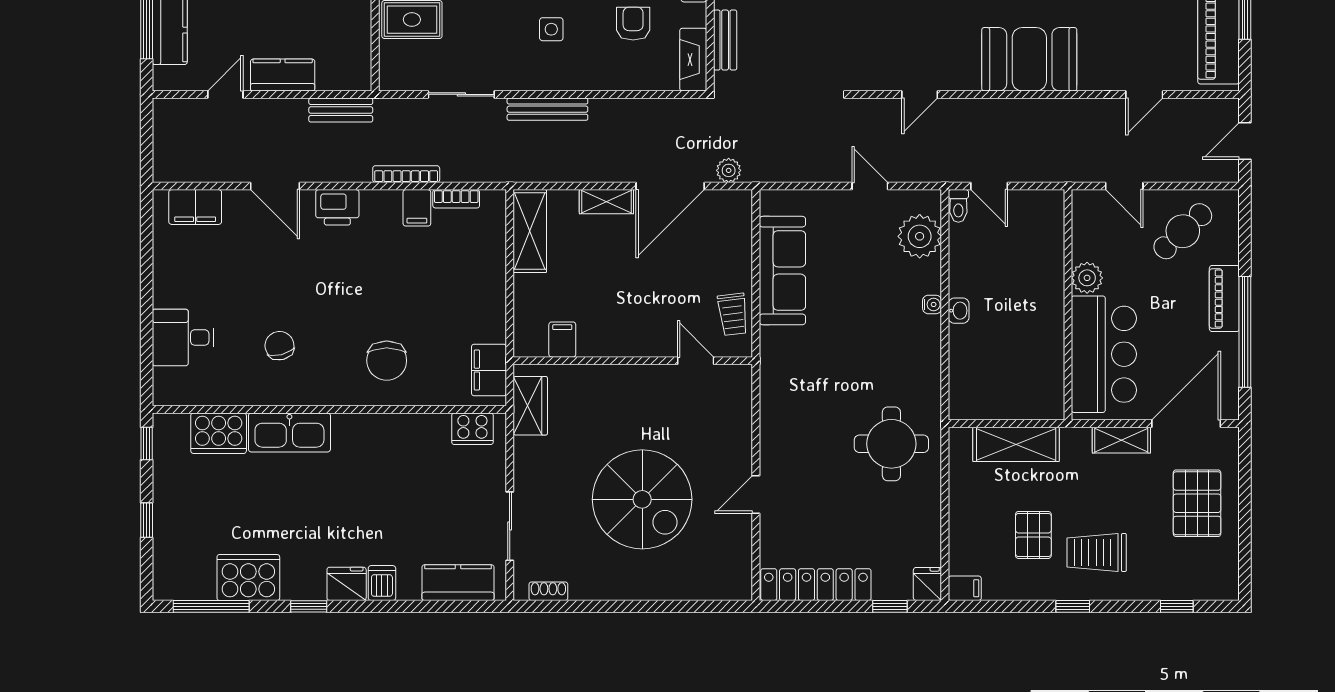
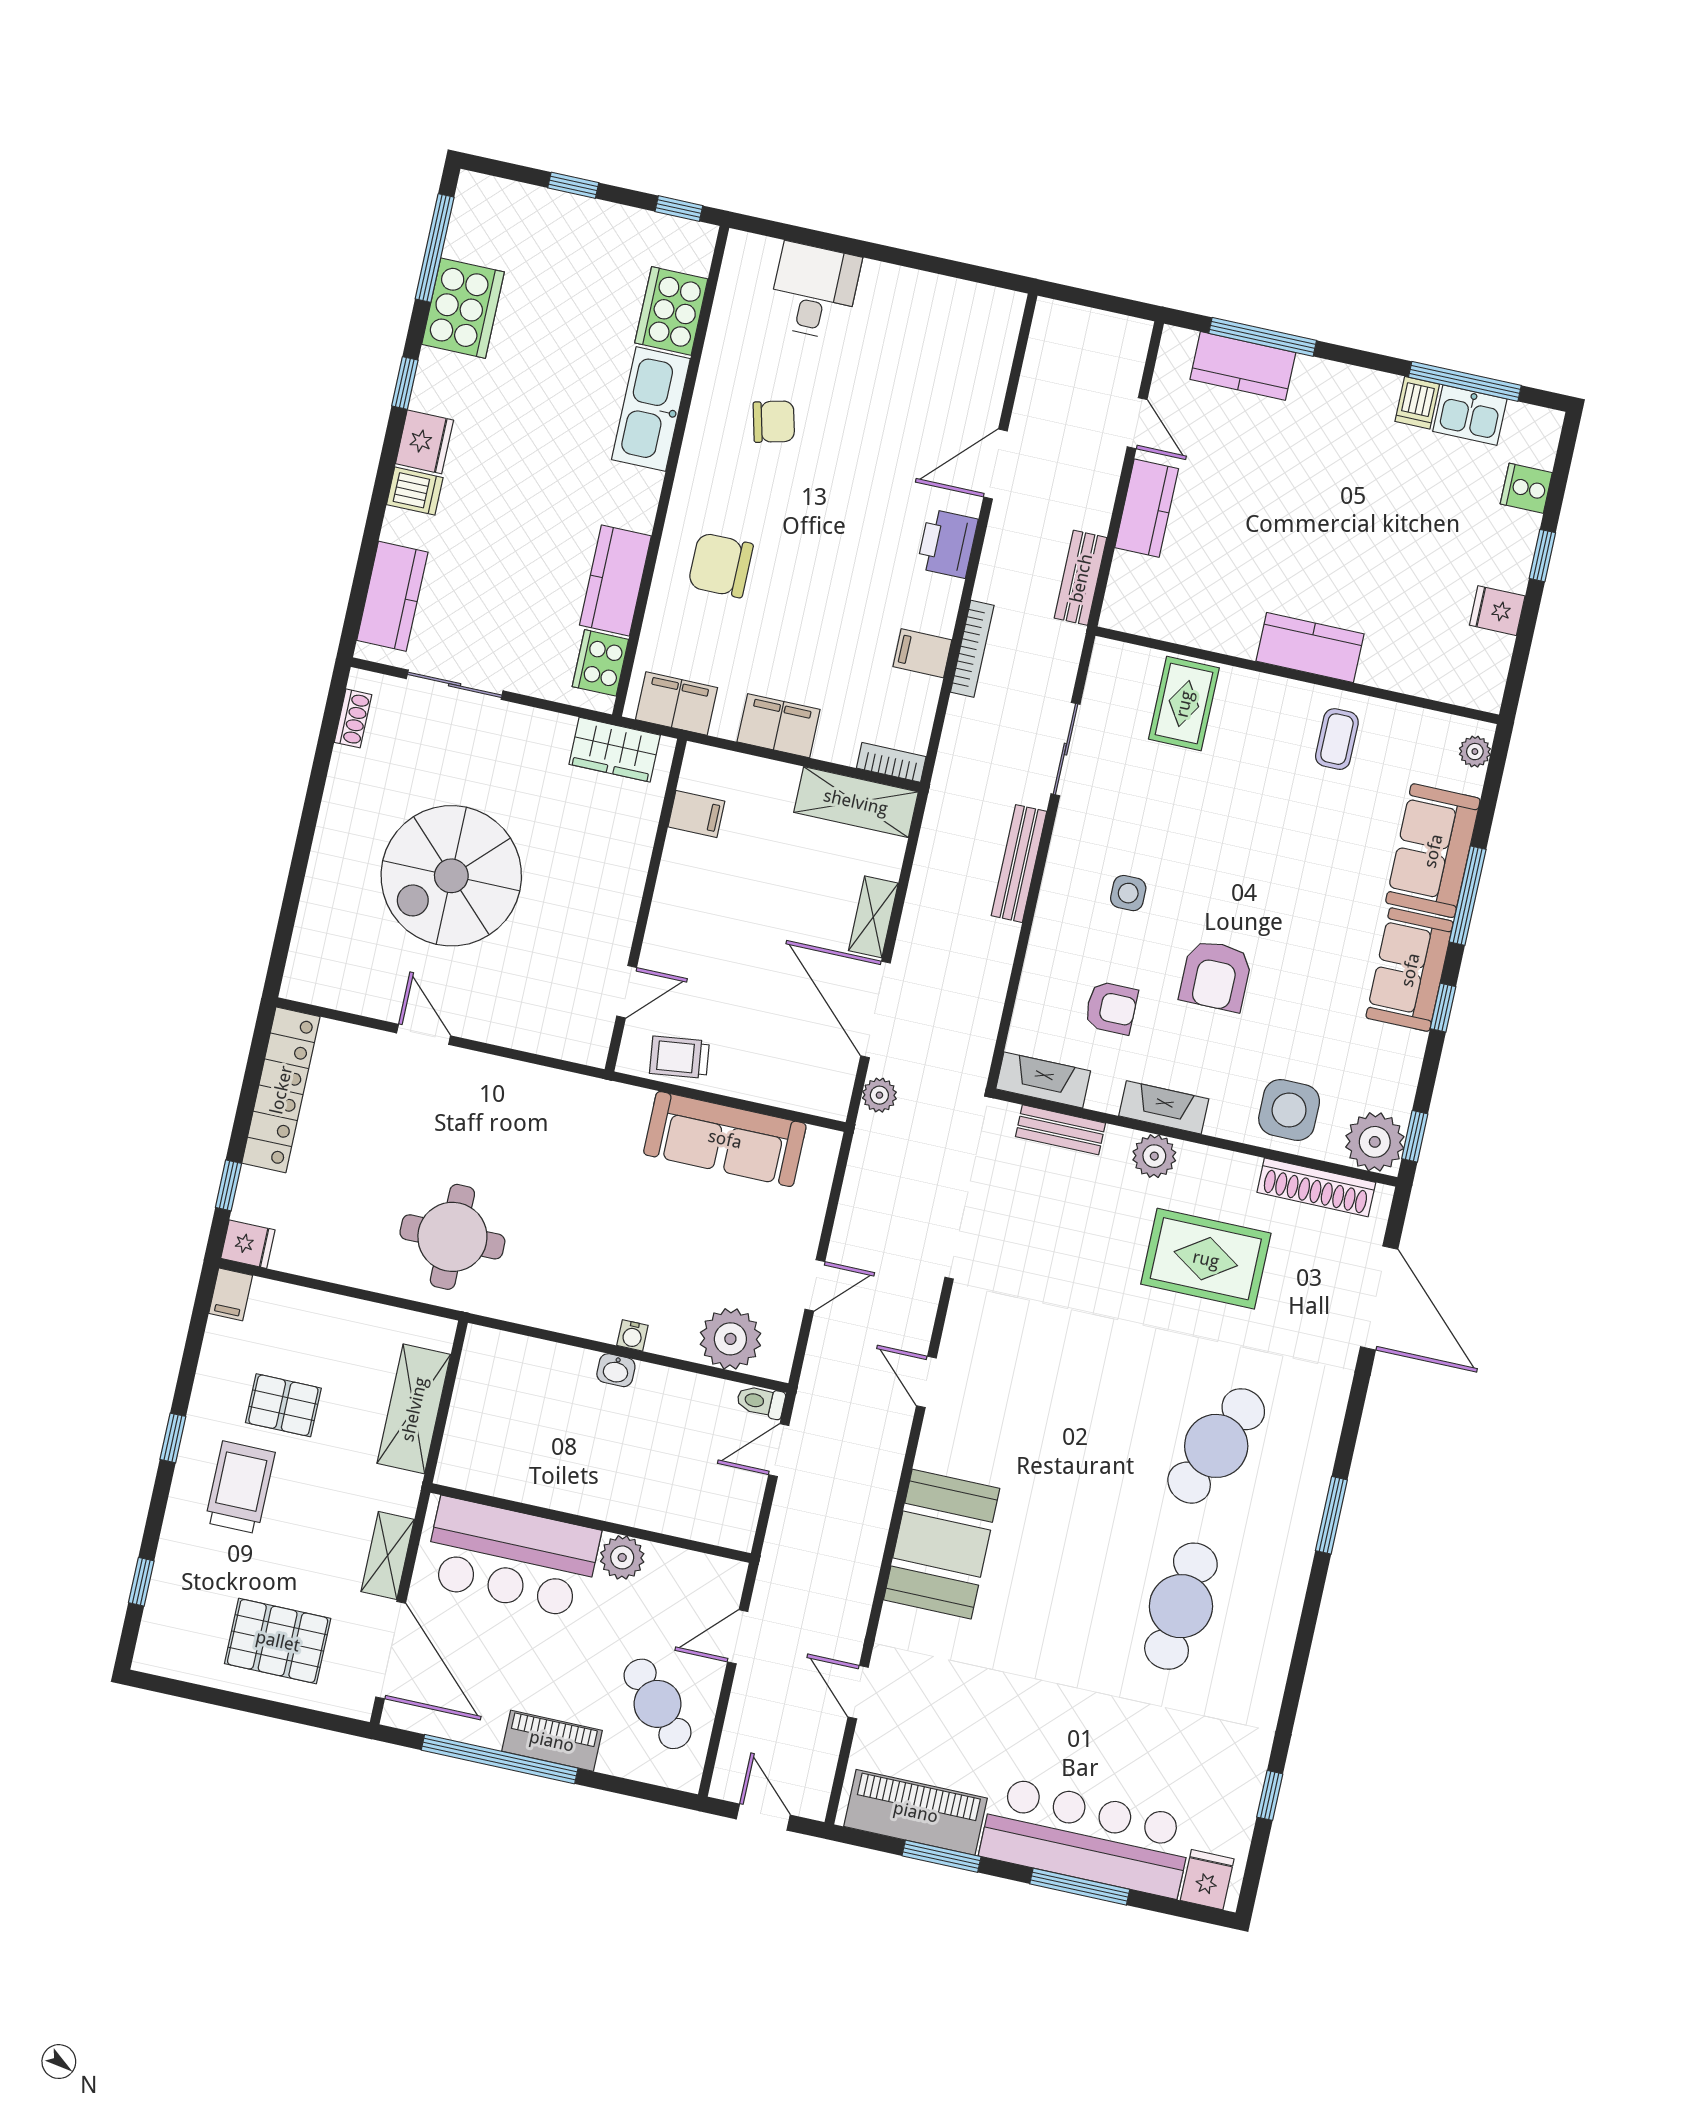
bookcase: (456, 199) -> (891, 762), moved, turned 90
filing cabinet: (195, 207) -> (779, 726), moved, turned 90
kitchen counter: (413, 431) -> (615, 581), added

